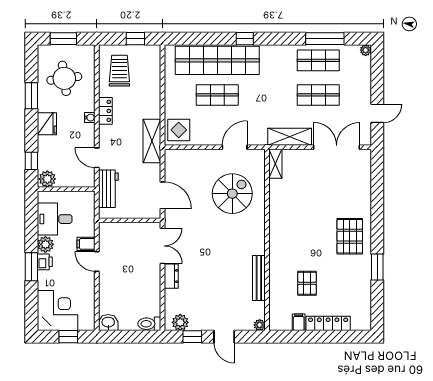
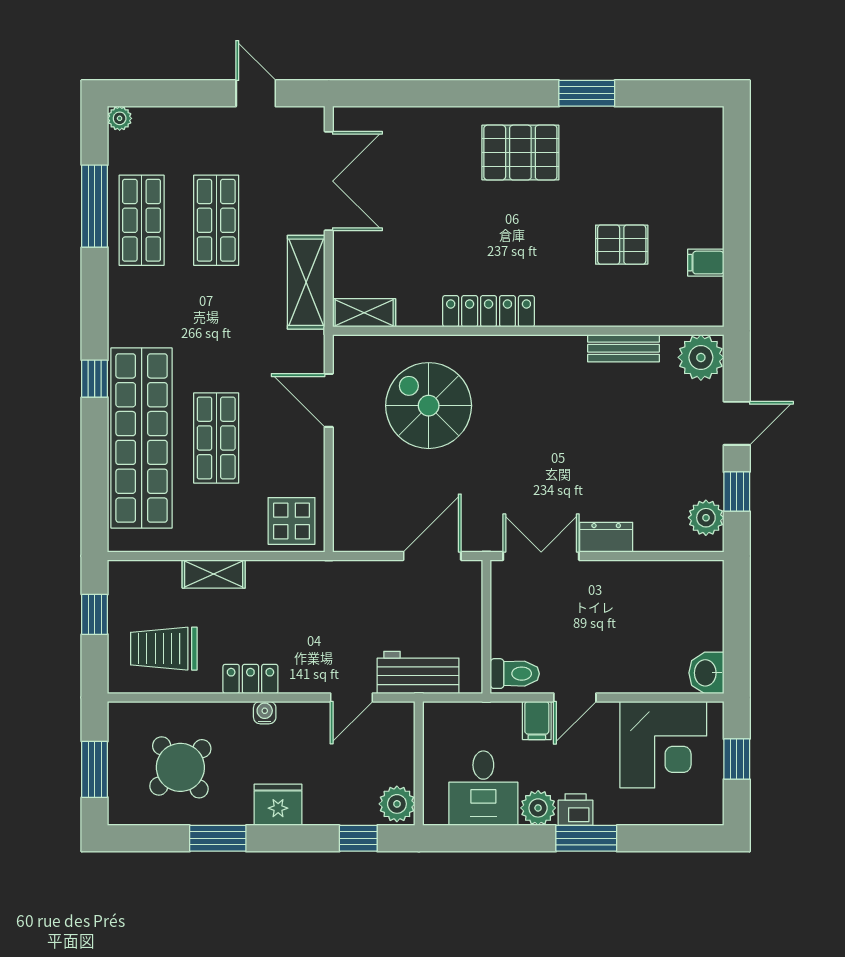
round table: (64, 78) -> (180, 767), turned -33
shelving: (152, 141) -> (214, 574), moved, width x0.67, depth x0.75
double door: (337, 147) -> (329, 181), swing flipped
bench: (259, 278) -> (624, 348), width x0.73
corner desk: (57, 311) -> (663, 745), moved, turned 180
locker: (328, 323) -> (489, 311), moved, turned 90
toilet: (149, 324) -> (515, 674), moved, turned -90
plant: (260, 325) -> (701, 357), width x1.87, depth x1.87

